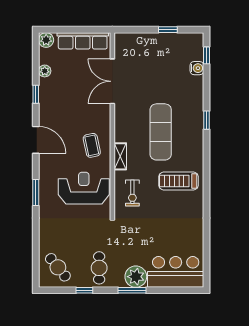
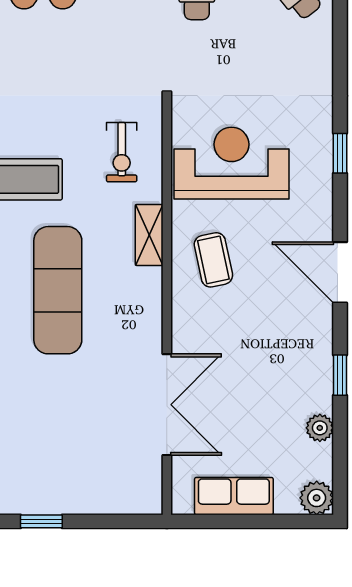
row of seats: (83, 41) -> (234, 496), width x0.68
reception desk: (84, 188) -> (231, 163), turned 180
window: (36, 193) -> (340, 153), width x0.67
exercise bike: (132, 193) -> (122, 152), turned 180

